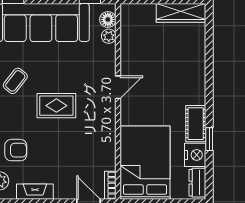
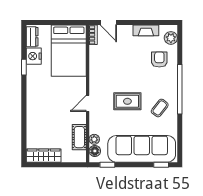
rug: (56, 106) -> (127, 101), moved
cot: (196, 124) -> (79, 137), moved
armchair: (16, 150) -> (159, 59), turned 90

